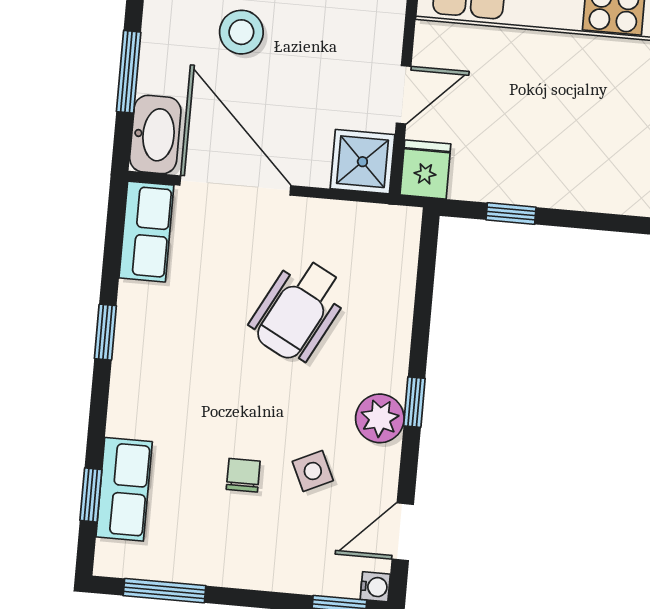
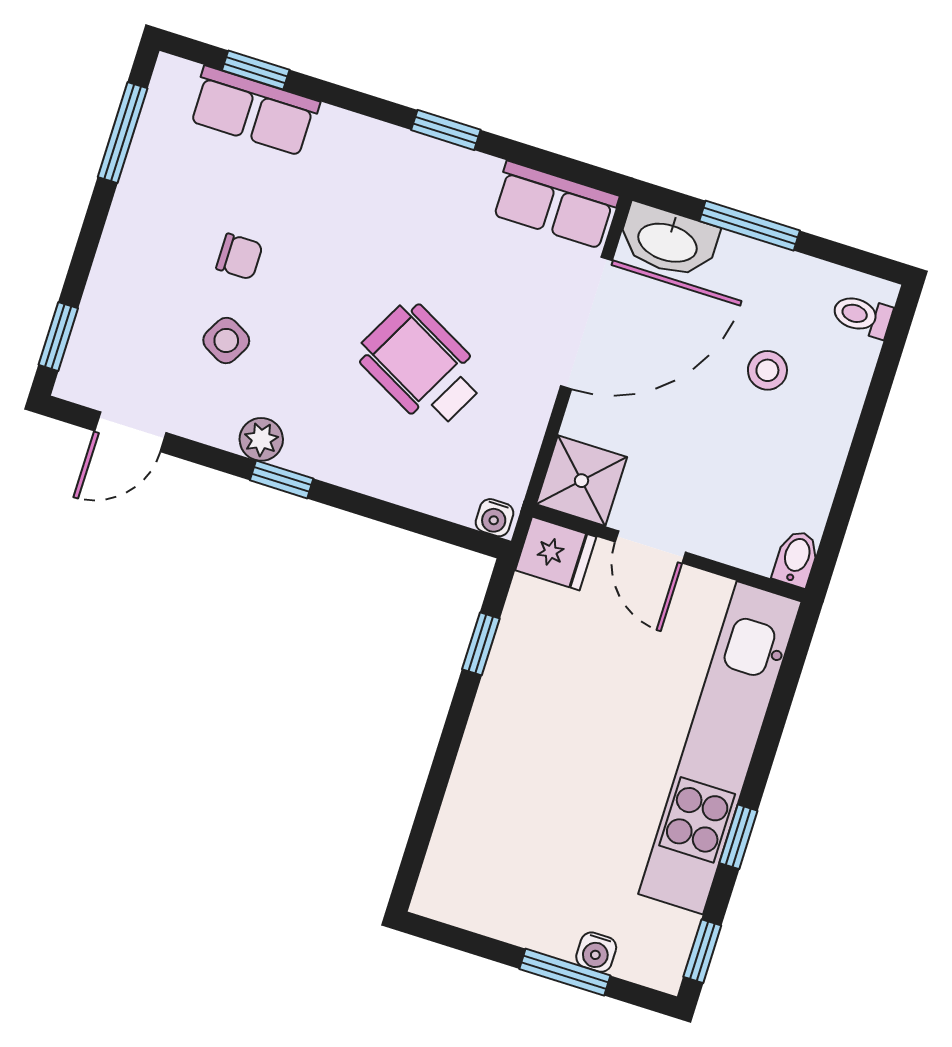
stool: (241, 32) -> (767, 370), width x0.73, depth x0.73
plant: (380, 418) -> (261, 439), width x0.73, depth x0.73
side table: (313, 471) -> (226, 340), turned -36
door: (403, 532) -> (130, 432), swing flipped
water cooler: (375, 587) -> (495, 518), moved

